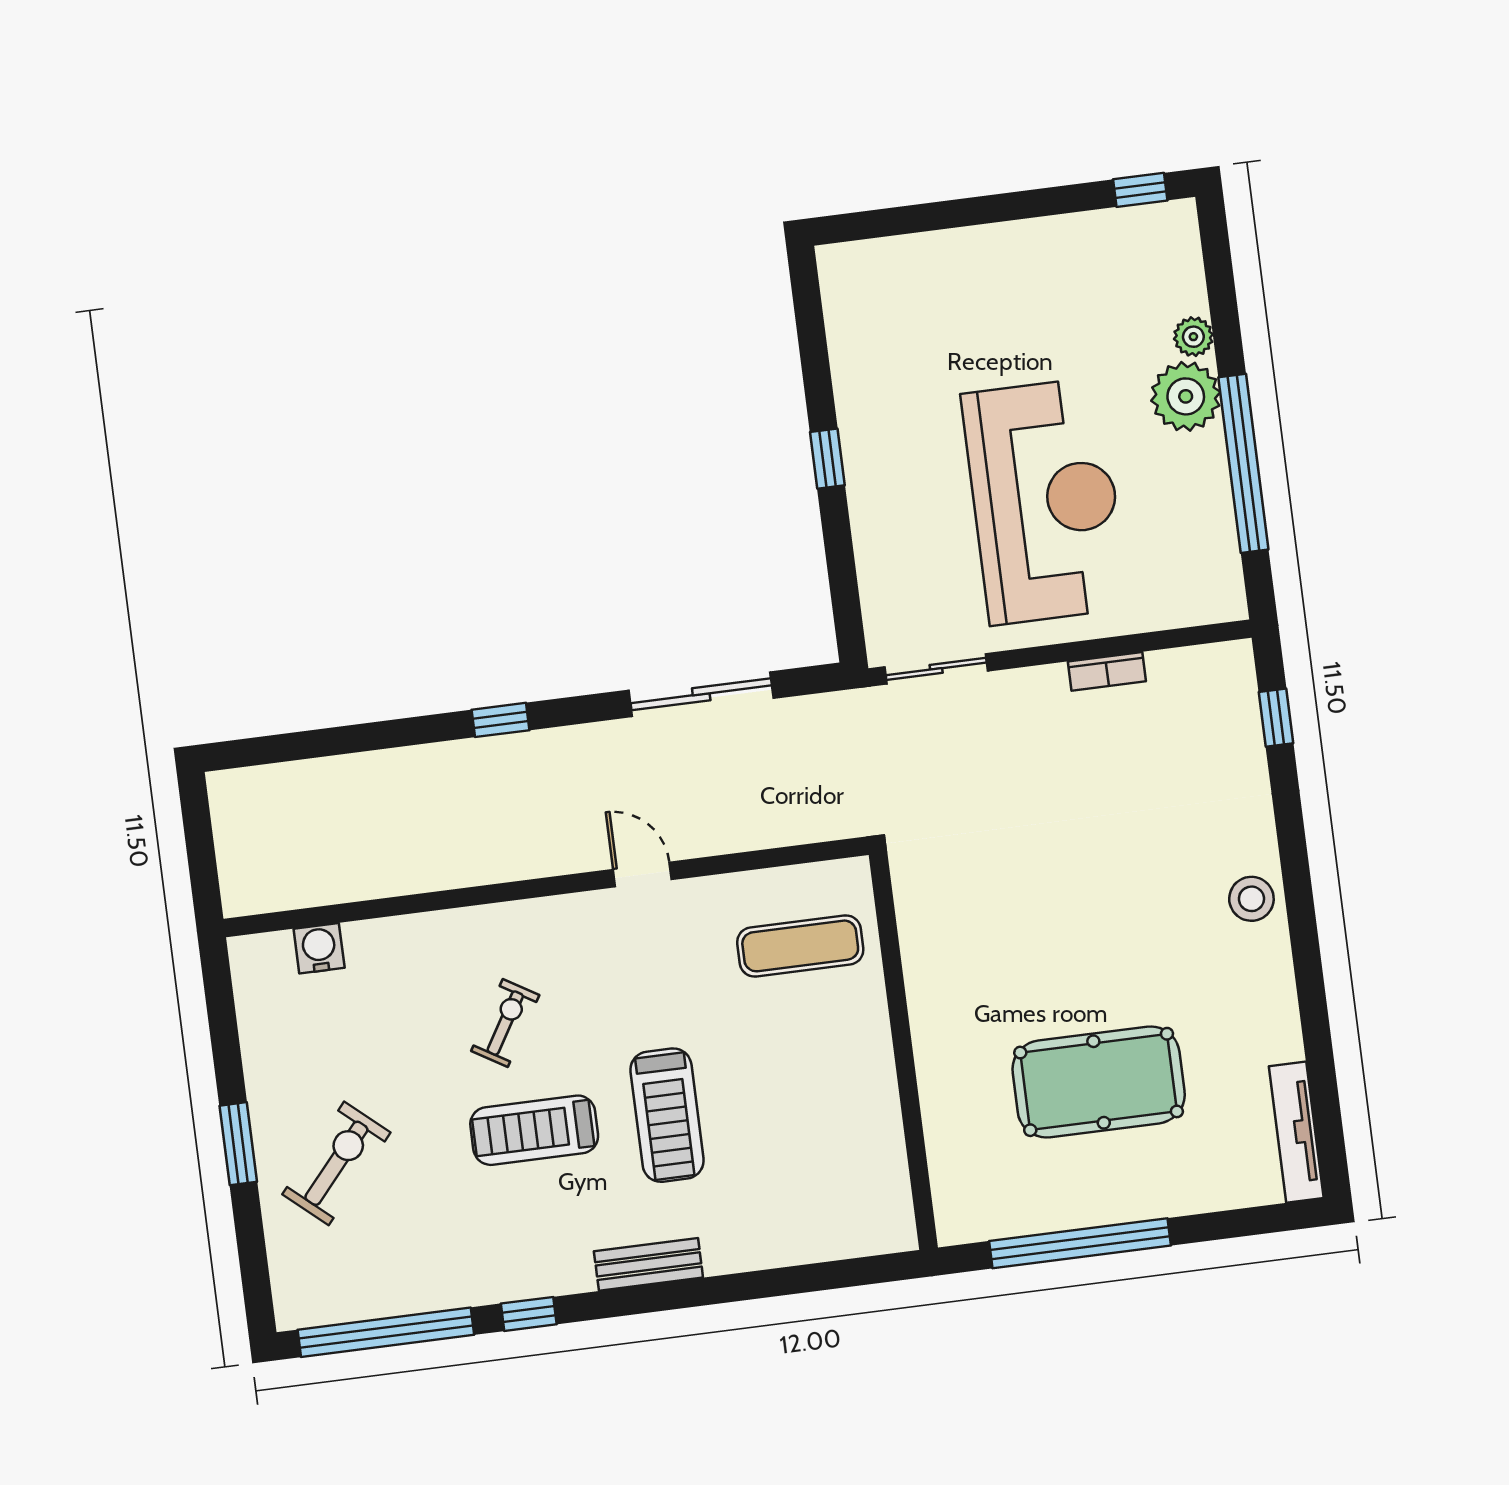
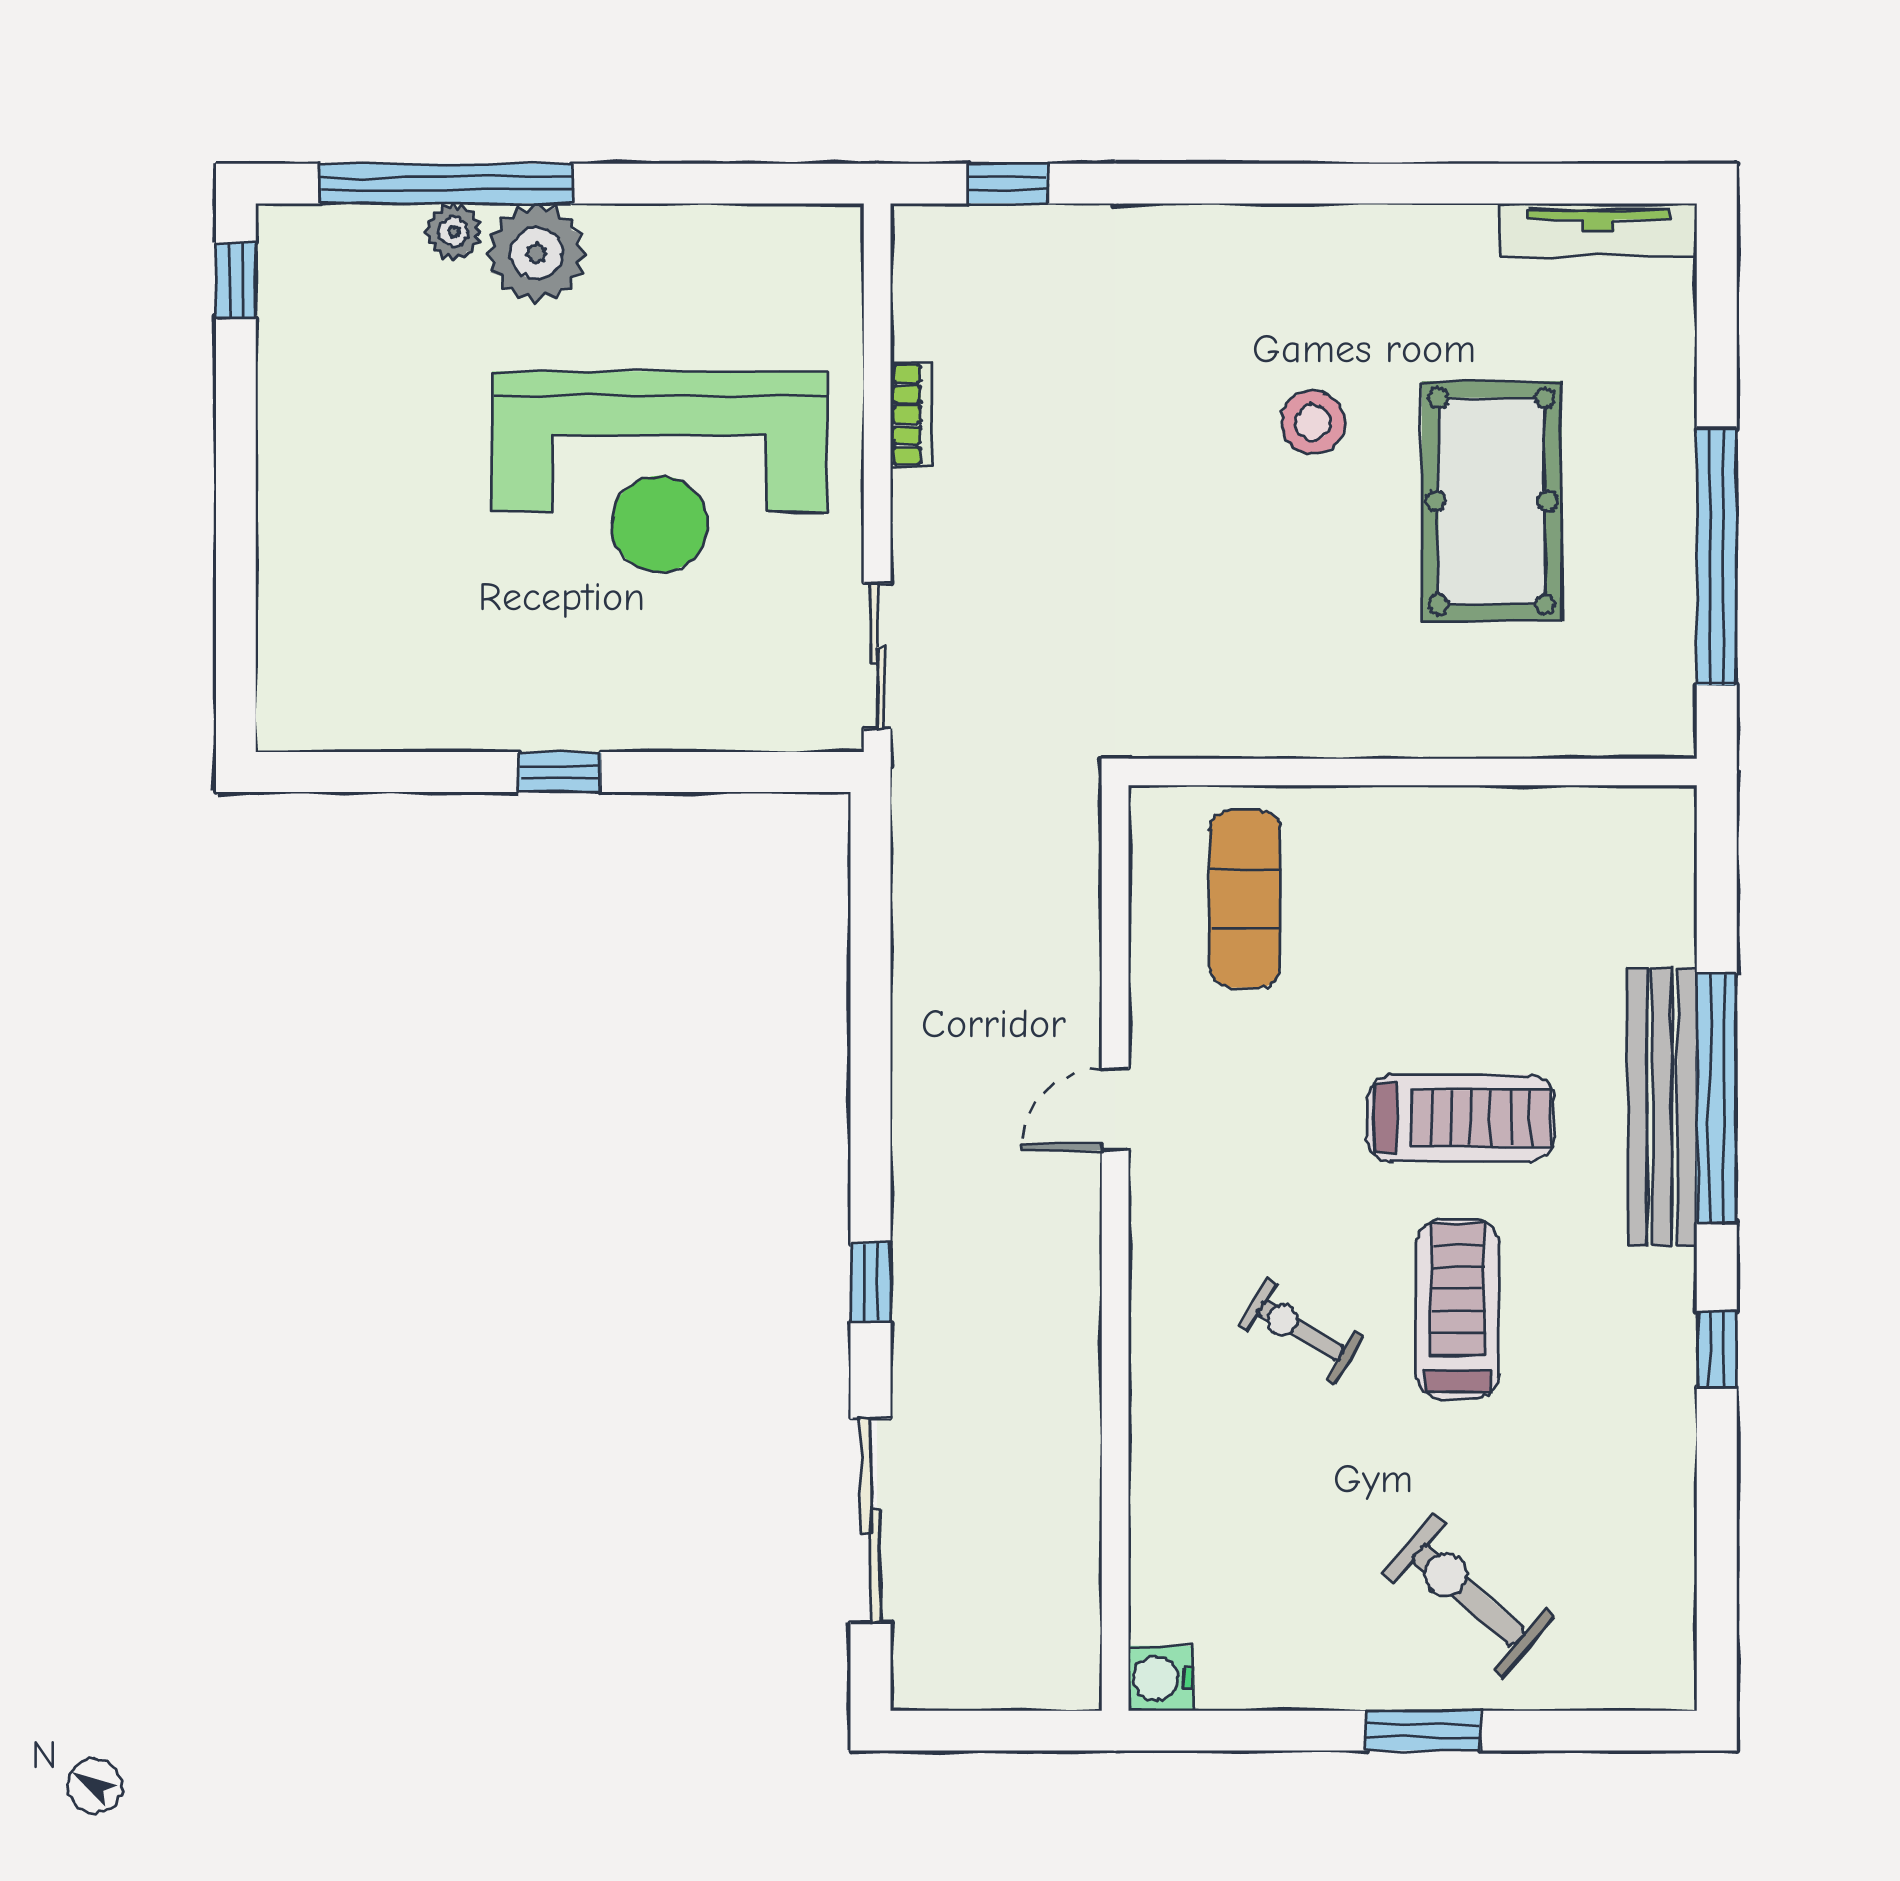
window: (1243, 463) -> (446, 184), moved
reception desk: (1045, 501) -> (659, 472), turned 180
sliding door: (701, 694) -> (871, 1520), moved
stool: (1251, 899) -> (1313, 423), moved
water cooler: (319, 948) -> (1161, 1678), moved
treadmill: (534, 1130) -> (1458, 1309), turned 180
bench: (648, 1264) -> (1662, 1107), width x1.86, depth x1.21
window: (386, 1332) -> (1717, 1098), moved

